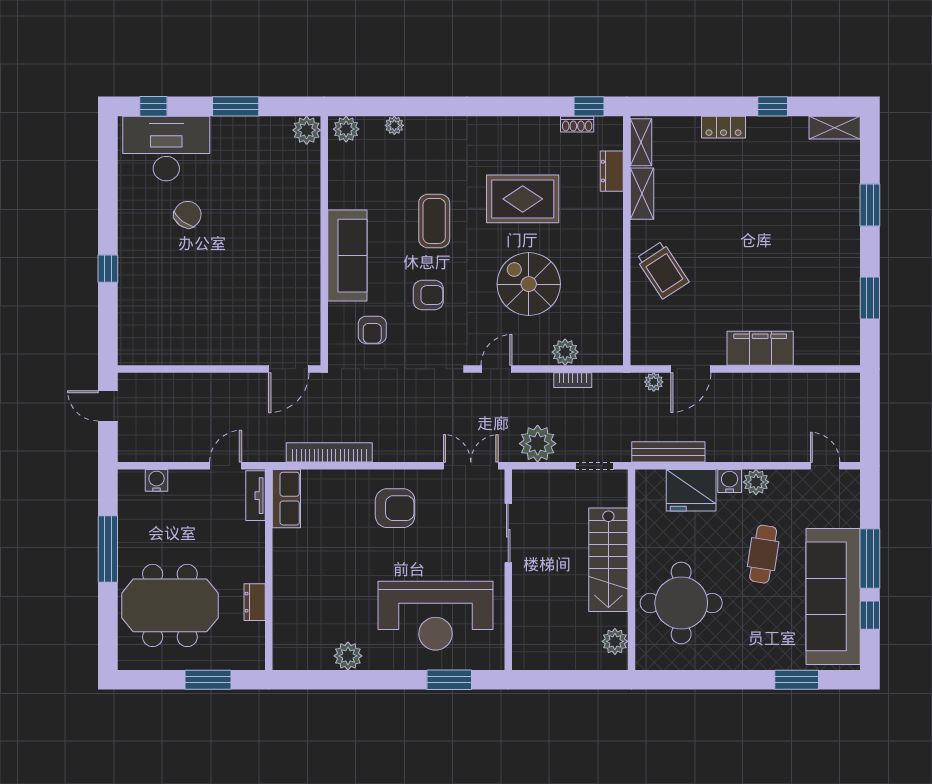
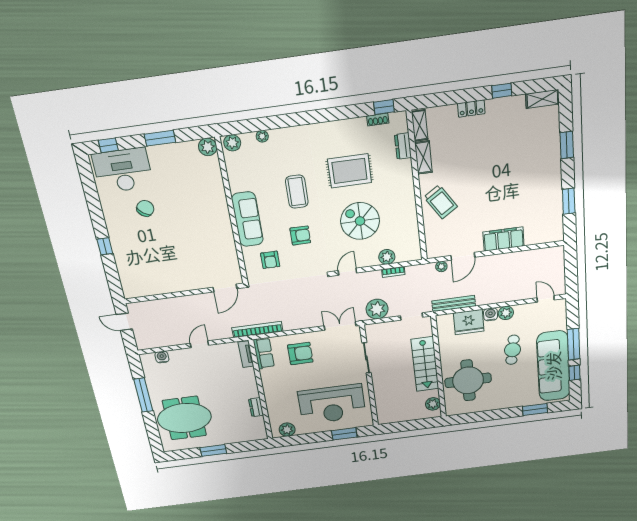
tv unit: (256, 496) -> (246, 354), moved
row of seats: (286, 499) -> (264, 353), moved
wall: (269, 570) -> (261, 390), moved
dresser: (255, 602) -> (256, 407), moved

